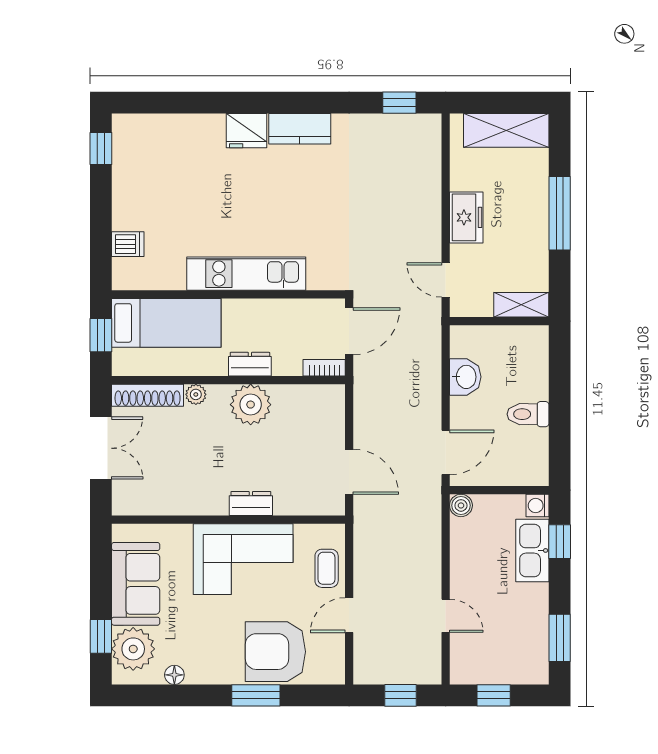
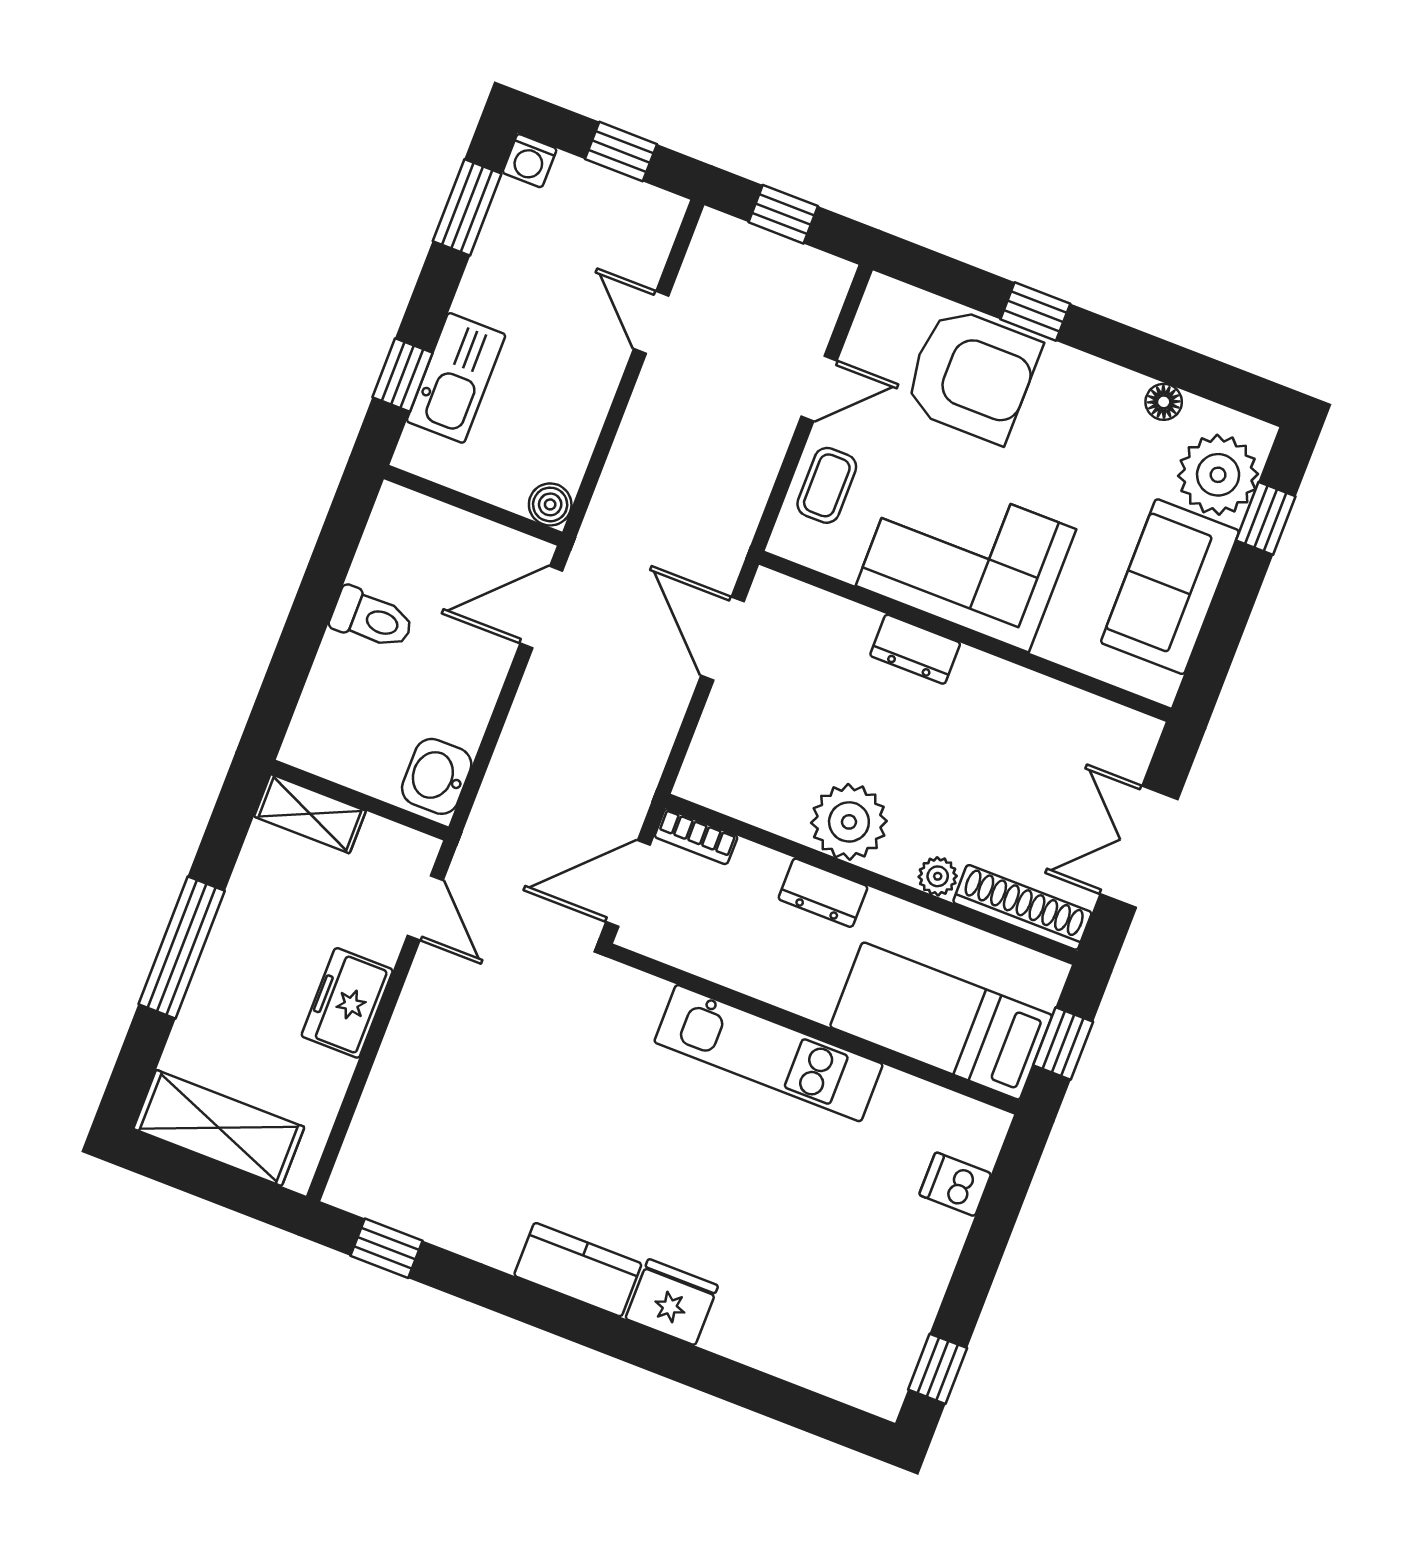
washbasin: (465, 377) -> (437, 776), moved
washing machine: (537, 506) -> (530, 161), moved, turned 90
window: (256, 695) -> (1035, 311), width x0.67

